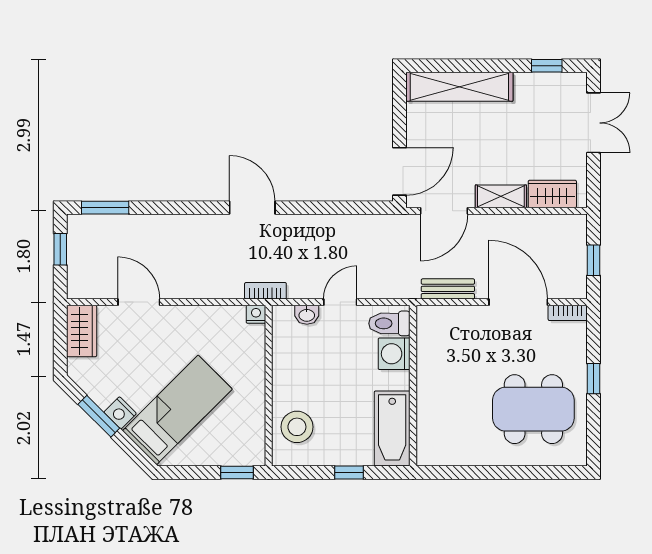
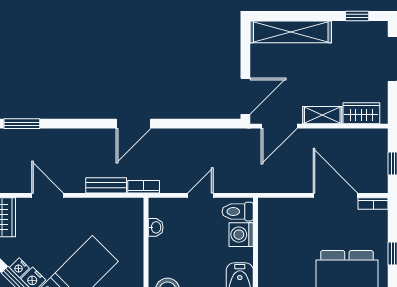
door: (252, 208) -> (134, 124), swing flipped
bench: (448, 289) -> (106, 185), moved
nightstand: (256, 314) -> (19, 268), moved, turned -135
washbasin: (307, 315) -> (156, 227), moved, turned -90

